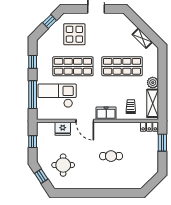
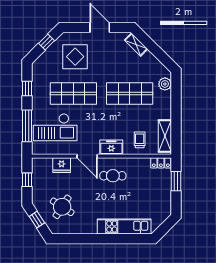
shelving: (142, 38) -> (136, 45), moved
plant: (153, 83) -> (165, 84), moved
checkout: (57, 96) -> (55, 127), turned 180
cafe table: (111, 156) -> (113, 176), moved
round table: (63, 165) -> (62, 207), turned 33
kitchen unit: (117, 182) -> (124, 227), added

